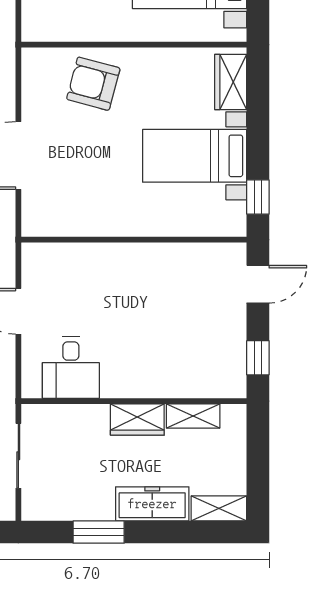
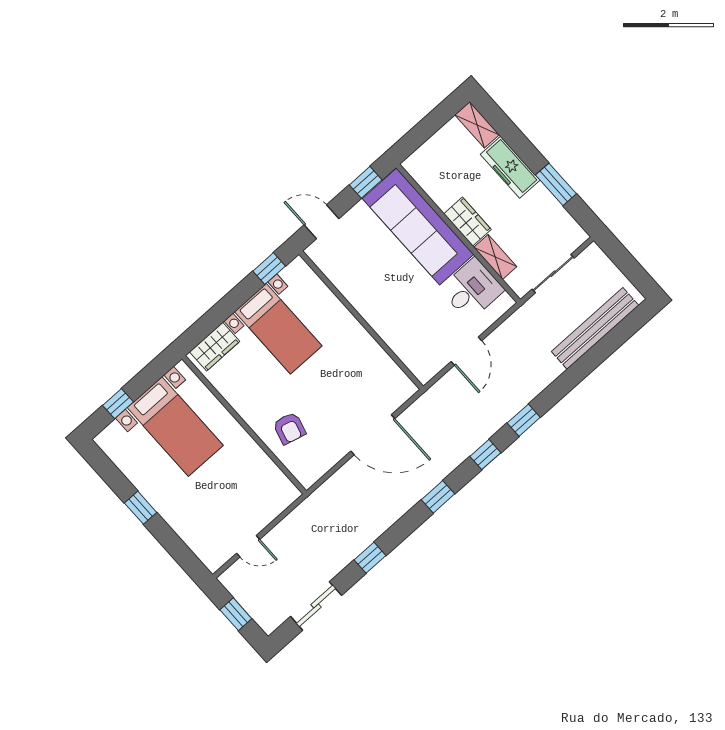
armchair: (93, 84) -> (289, 428), width x0.72, depth x0.72
sofa: (174, 370) -> (418, 226), added
shelving: (193, 416) -> (495, 257), moved

